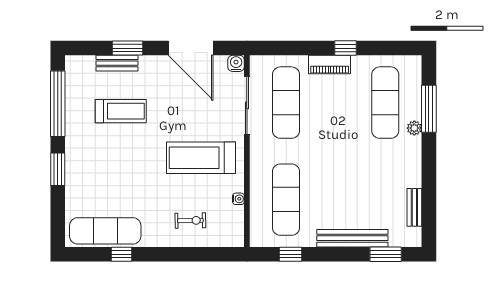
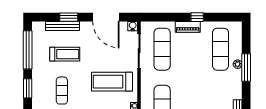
bench: (117, 63) -> (63, 26), width x1.36
window: (429, 109) -> (246, 68), moved
exercise mat: (116, 173) -> (62, 91), added

